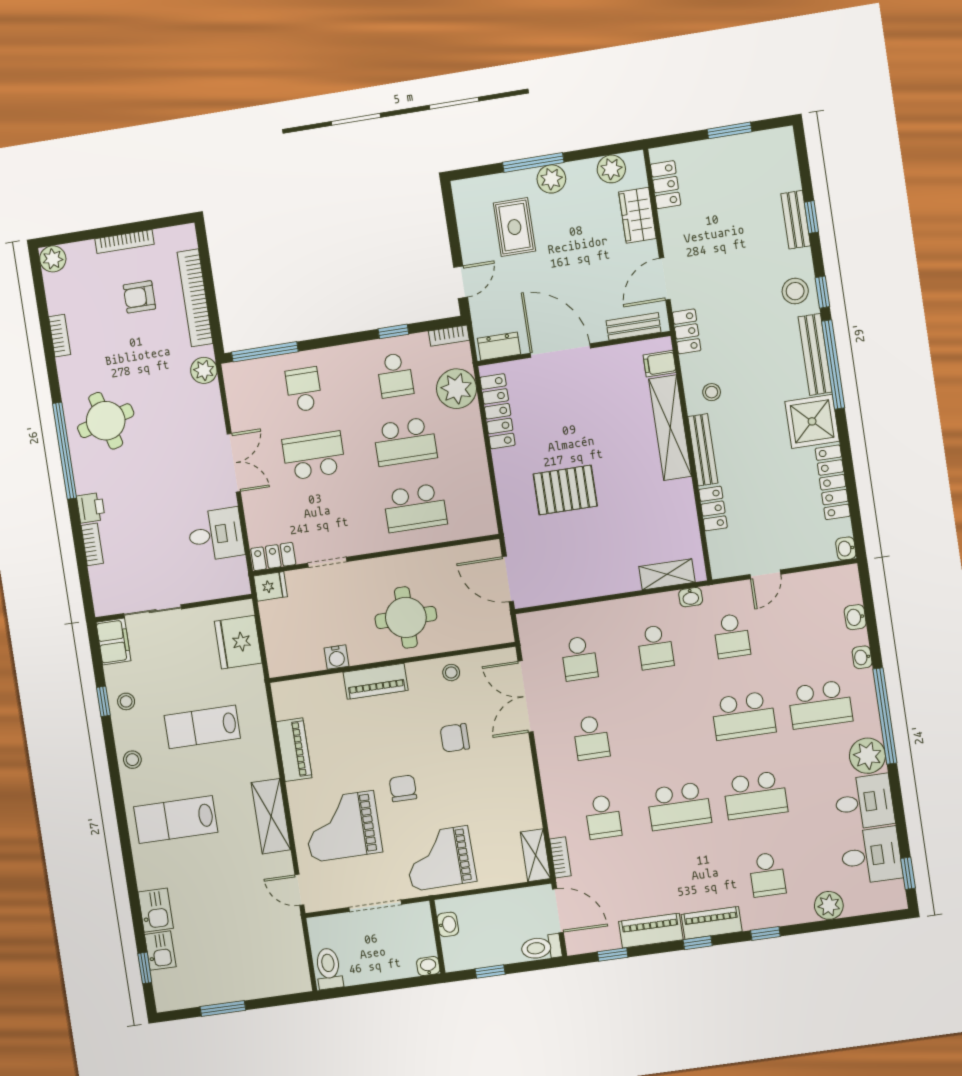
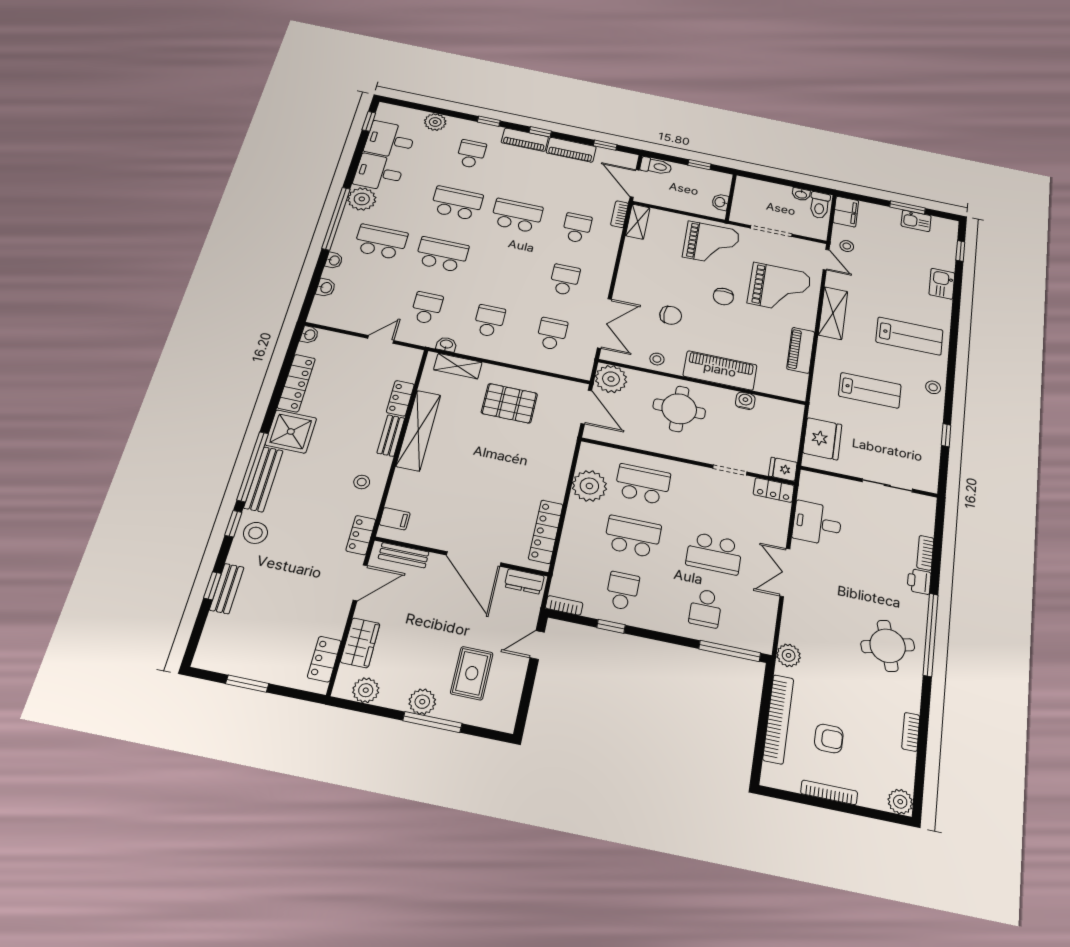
plant: (457, 389) -> (589, 486), moved
shelving: (670, 428) -> (418, 430), moved
bench: (703, 450) -> (391, 436), width x0.73
pallet: (565, 490) -> (509, 403), moved
plant: (493, 626) -> (611, 379), added
filing cabinet: (113, 641) -> (846, 212), moved, turned 180
piano: (376, 681) -> (720, 370), width x1.37, depth x1.33
stool: (126, 701) -> (847, 246), moved
kitchen sink: (160, 951) -> (916, 221), moved, turned -90
washbasin: (428, 966) -> (801, 194), moved

